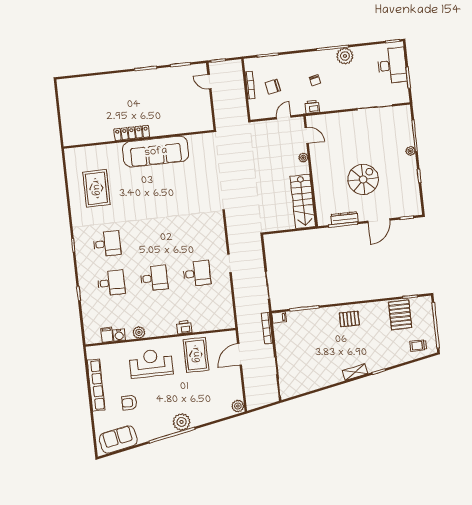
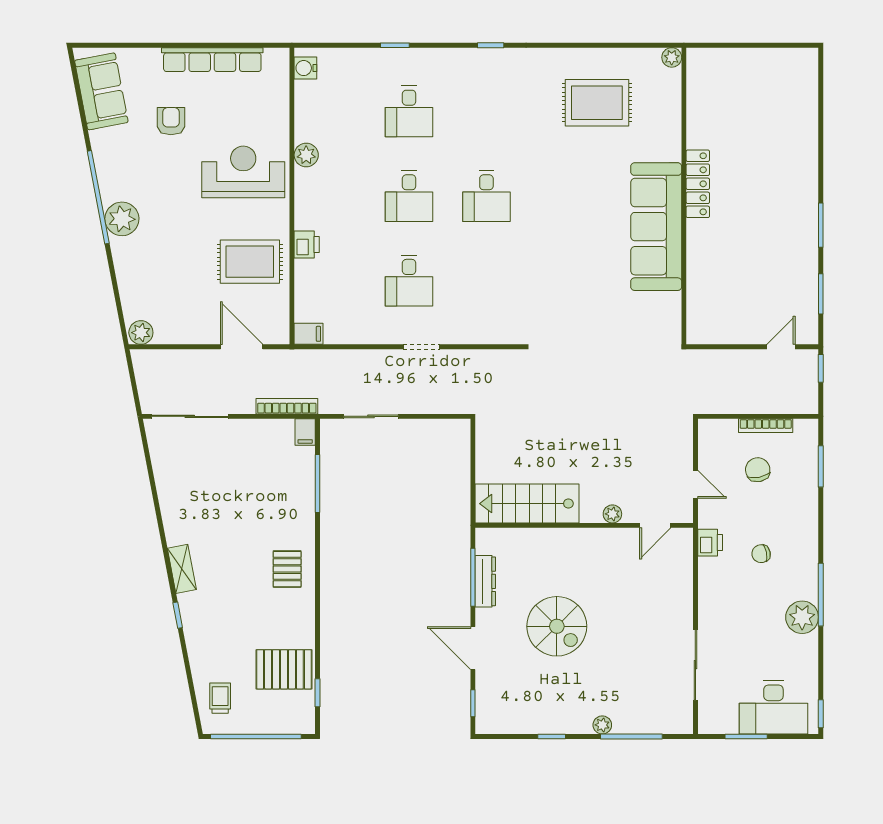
plant: (69, 153) -> (672, 57), added
desk: (107, 244) -> (486, 196), moved
filing cabinet: (107, 335) -> (309, 334), moved
water cooler: (119, 335) -> (305, 68), moved
reception desk: (151, 363) -> (243, 172), turned -90

